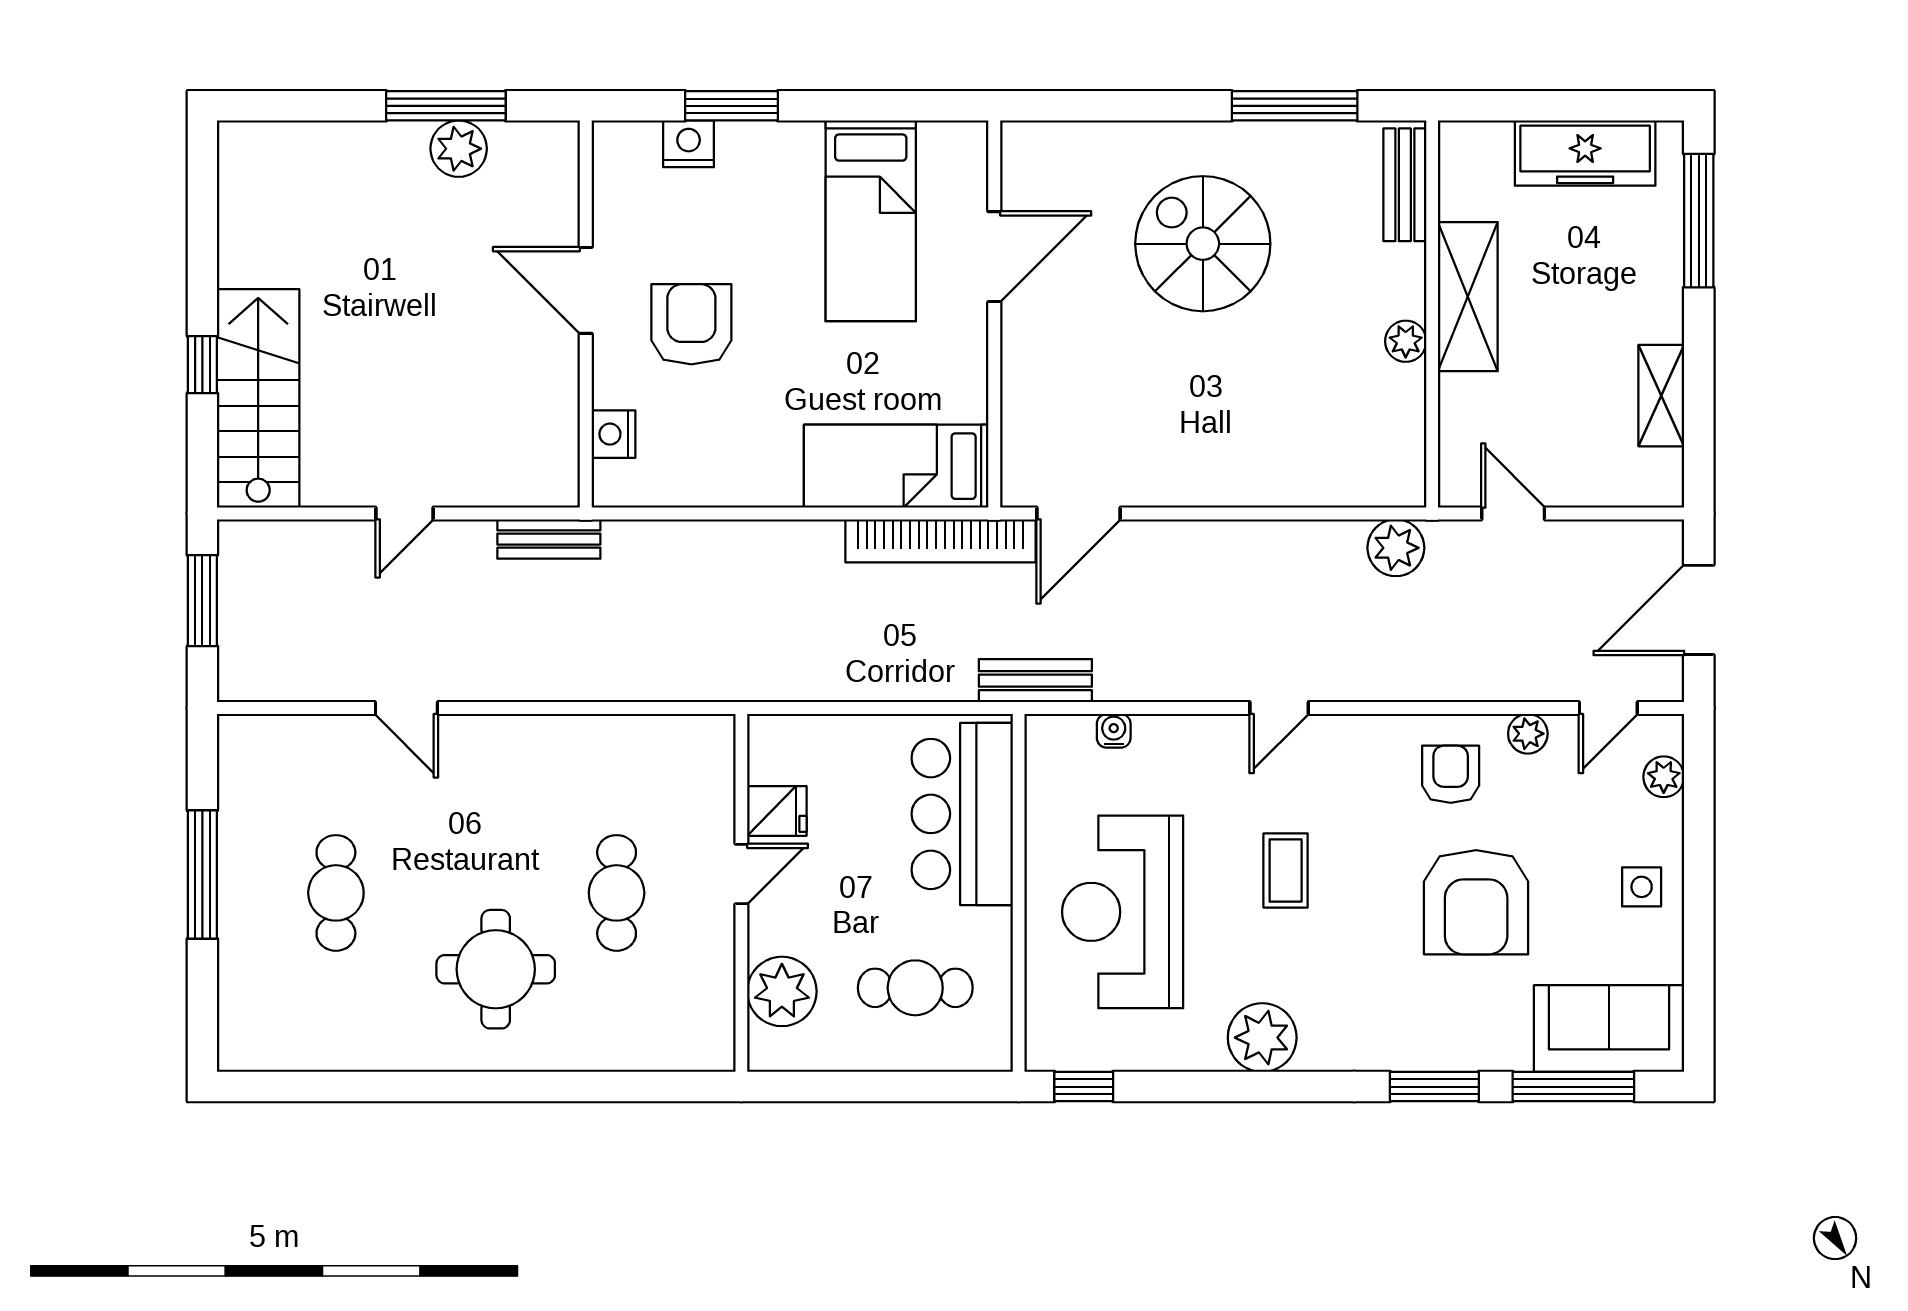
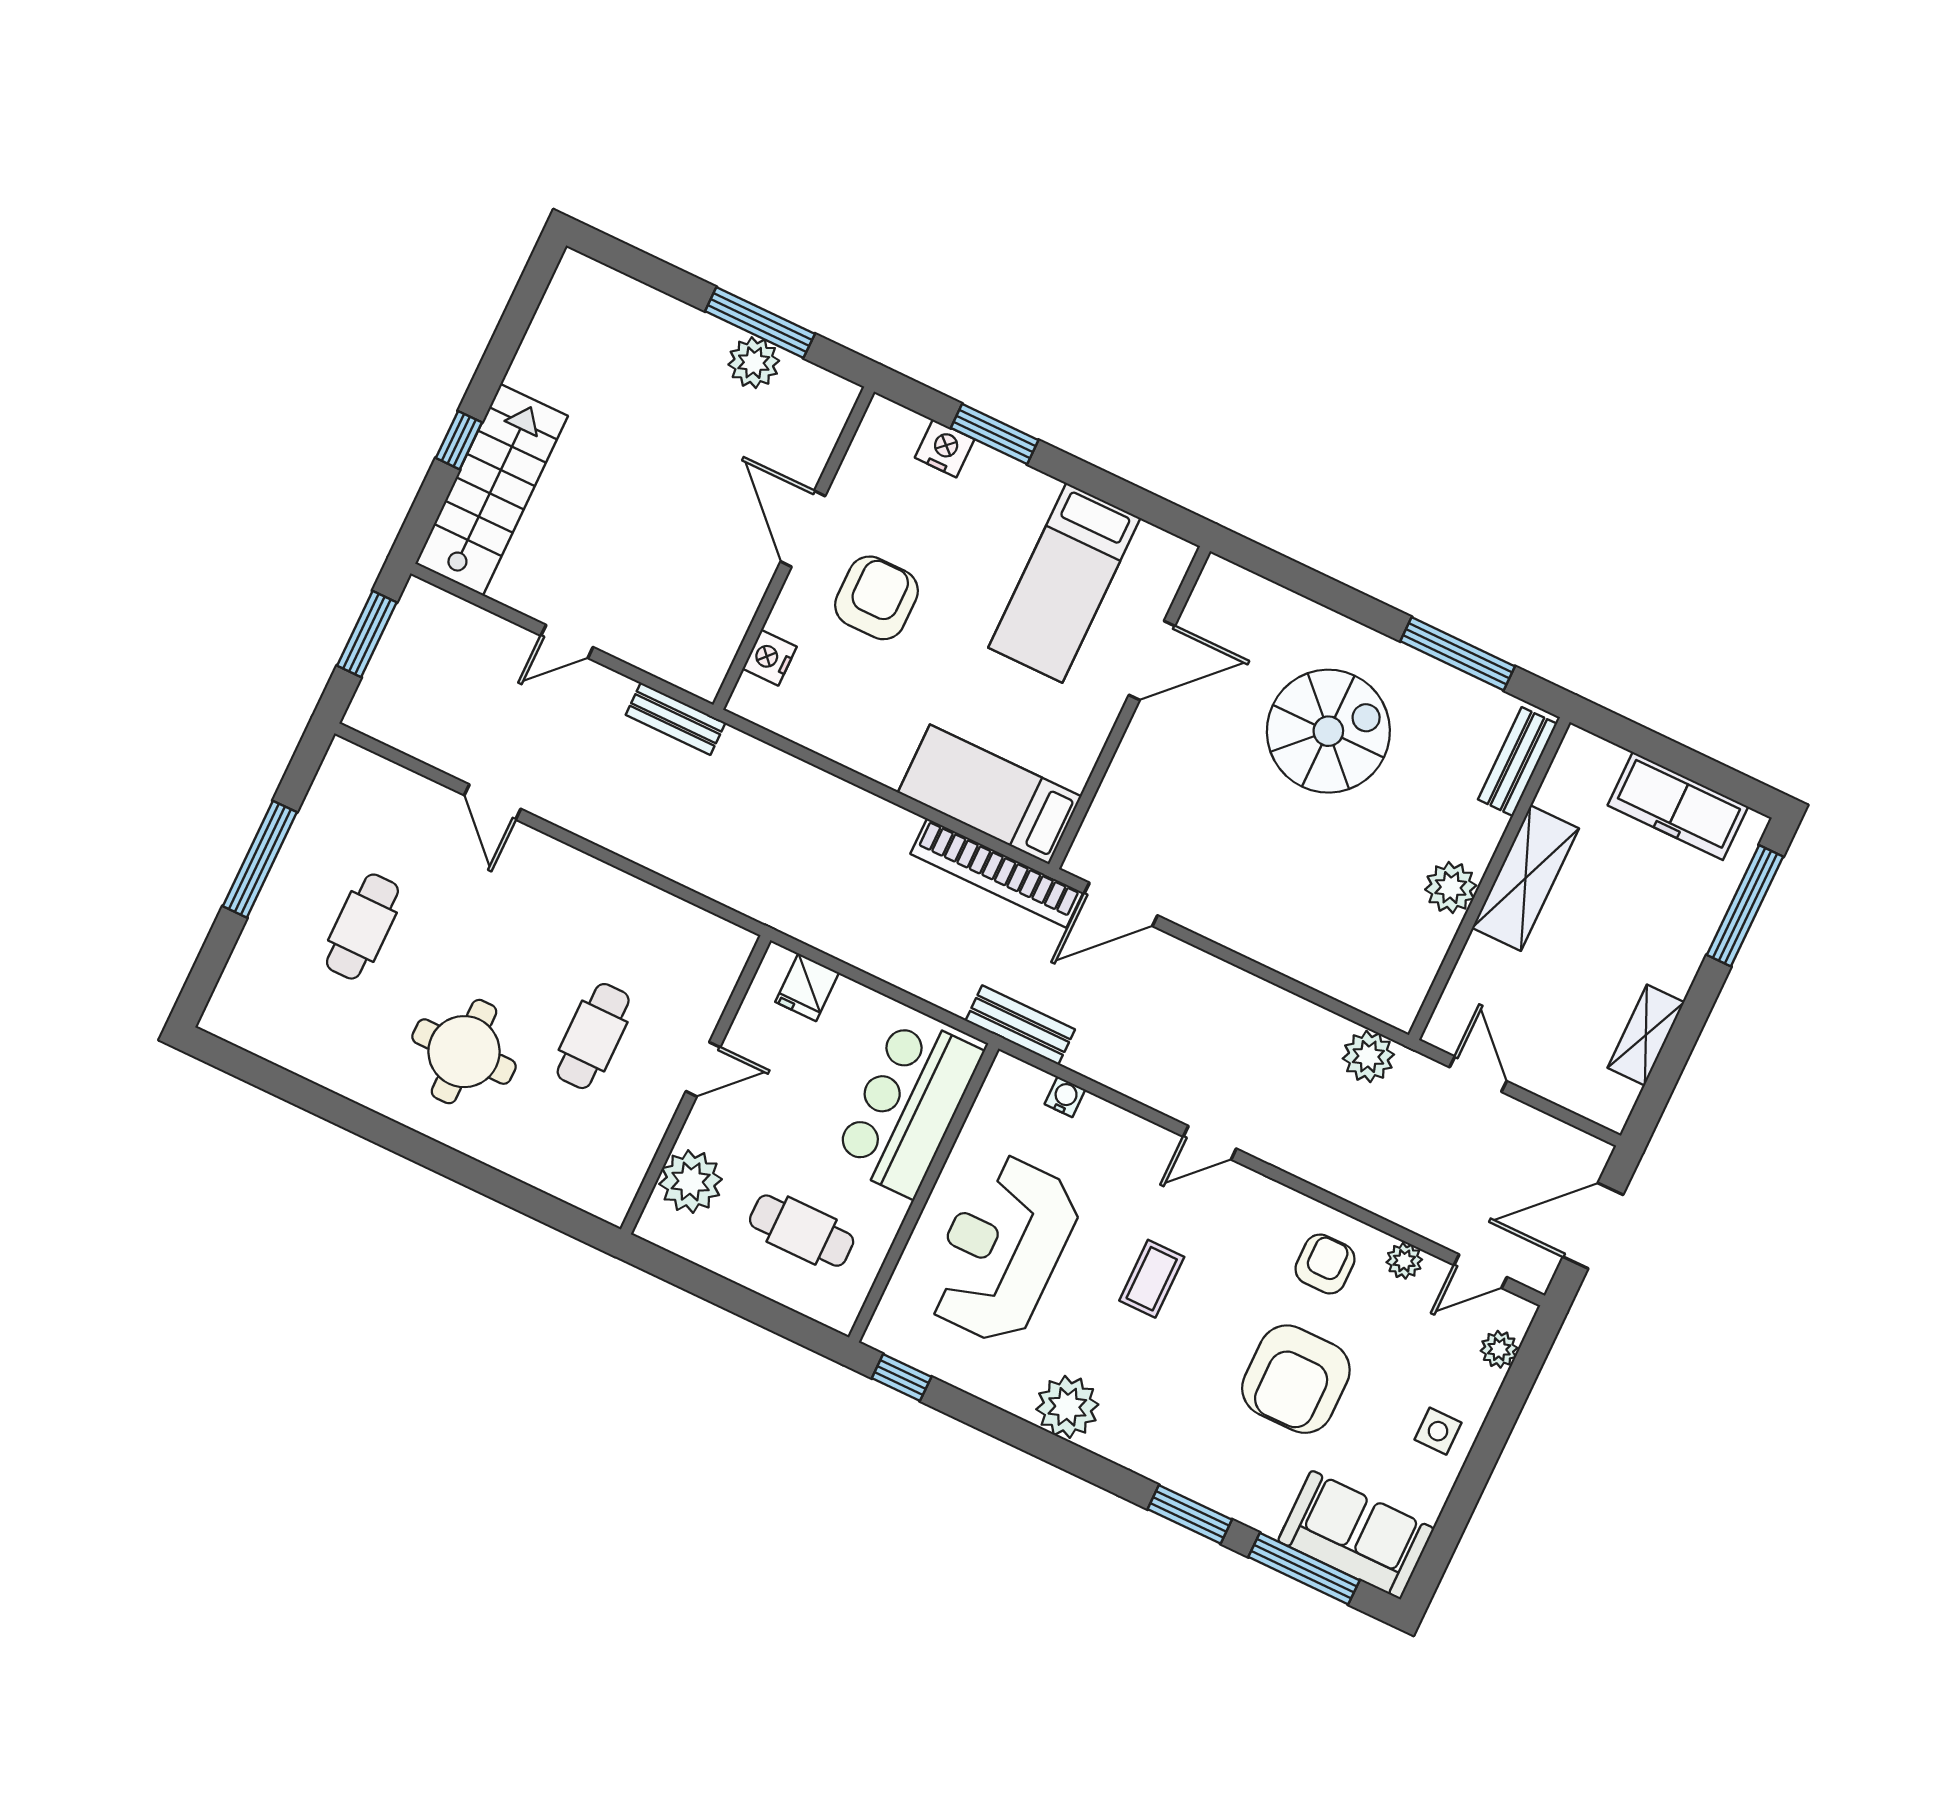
spiral stairs: (1203, 244) -> (1328, 731), turned 90
plant: (1406, 341) -> (1451, 887), width x1.38, depth x1.38
fridge: (777, 811) -> (807, 987), moved, turned 90

